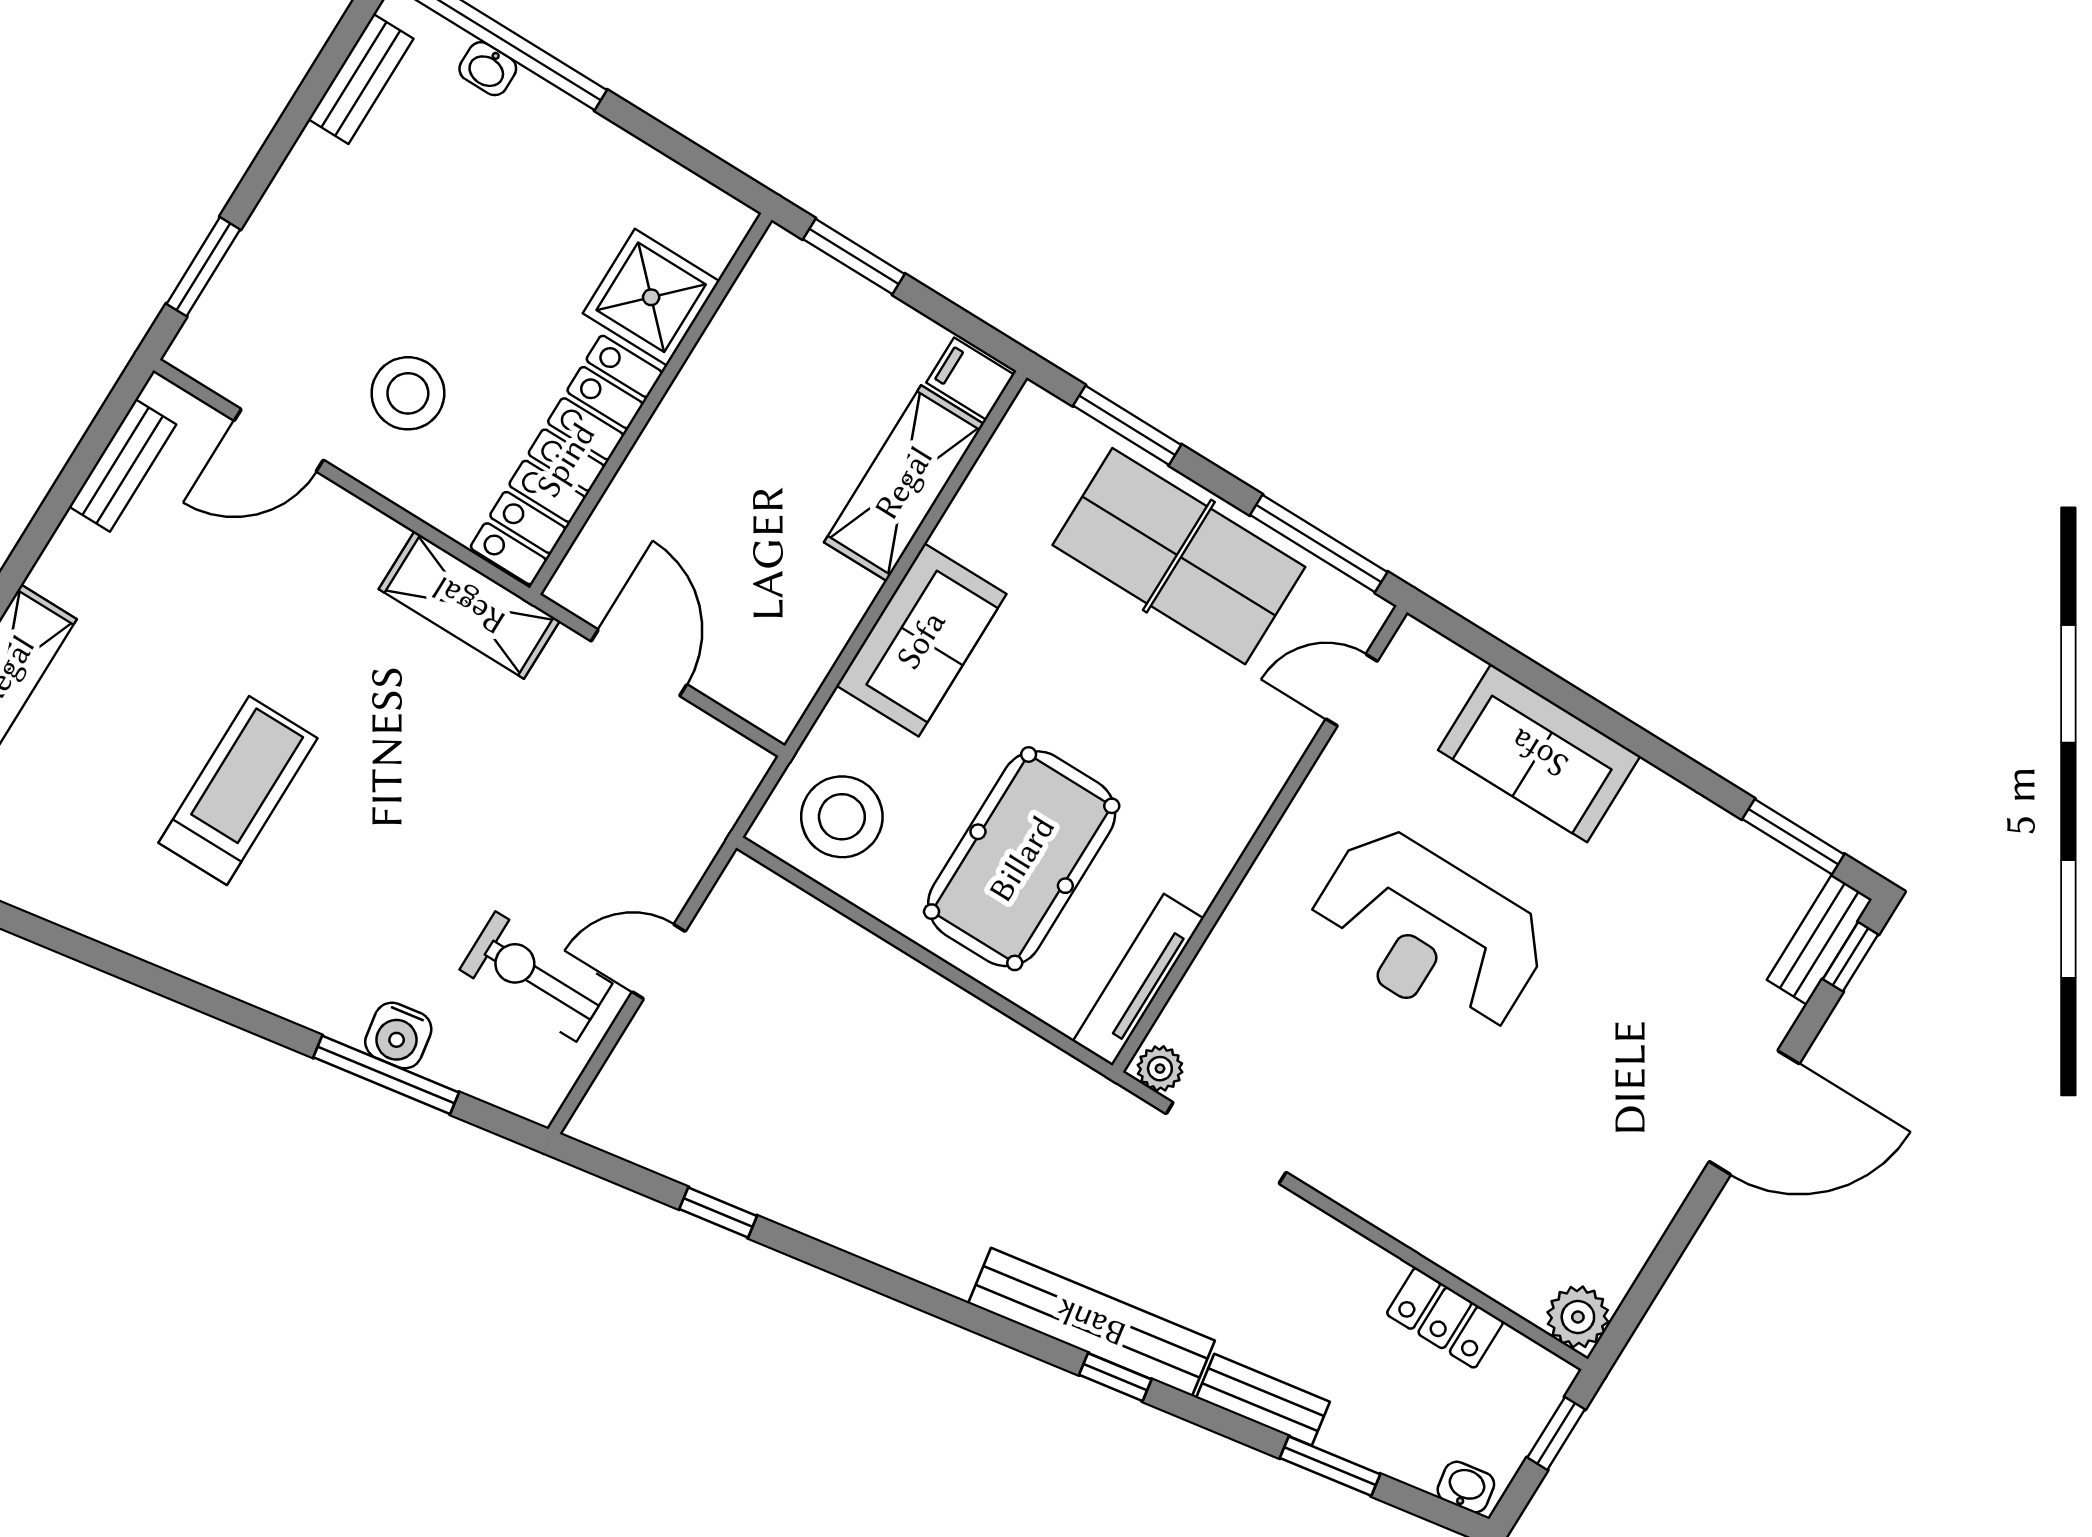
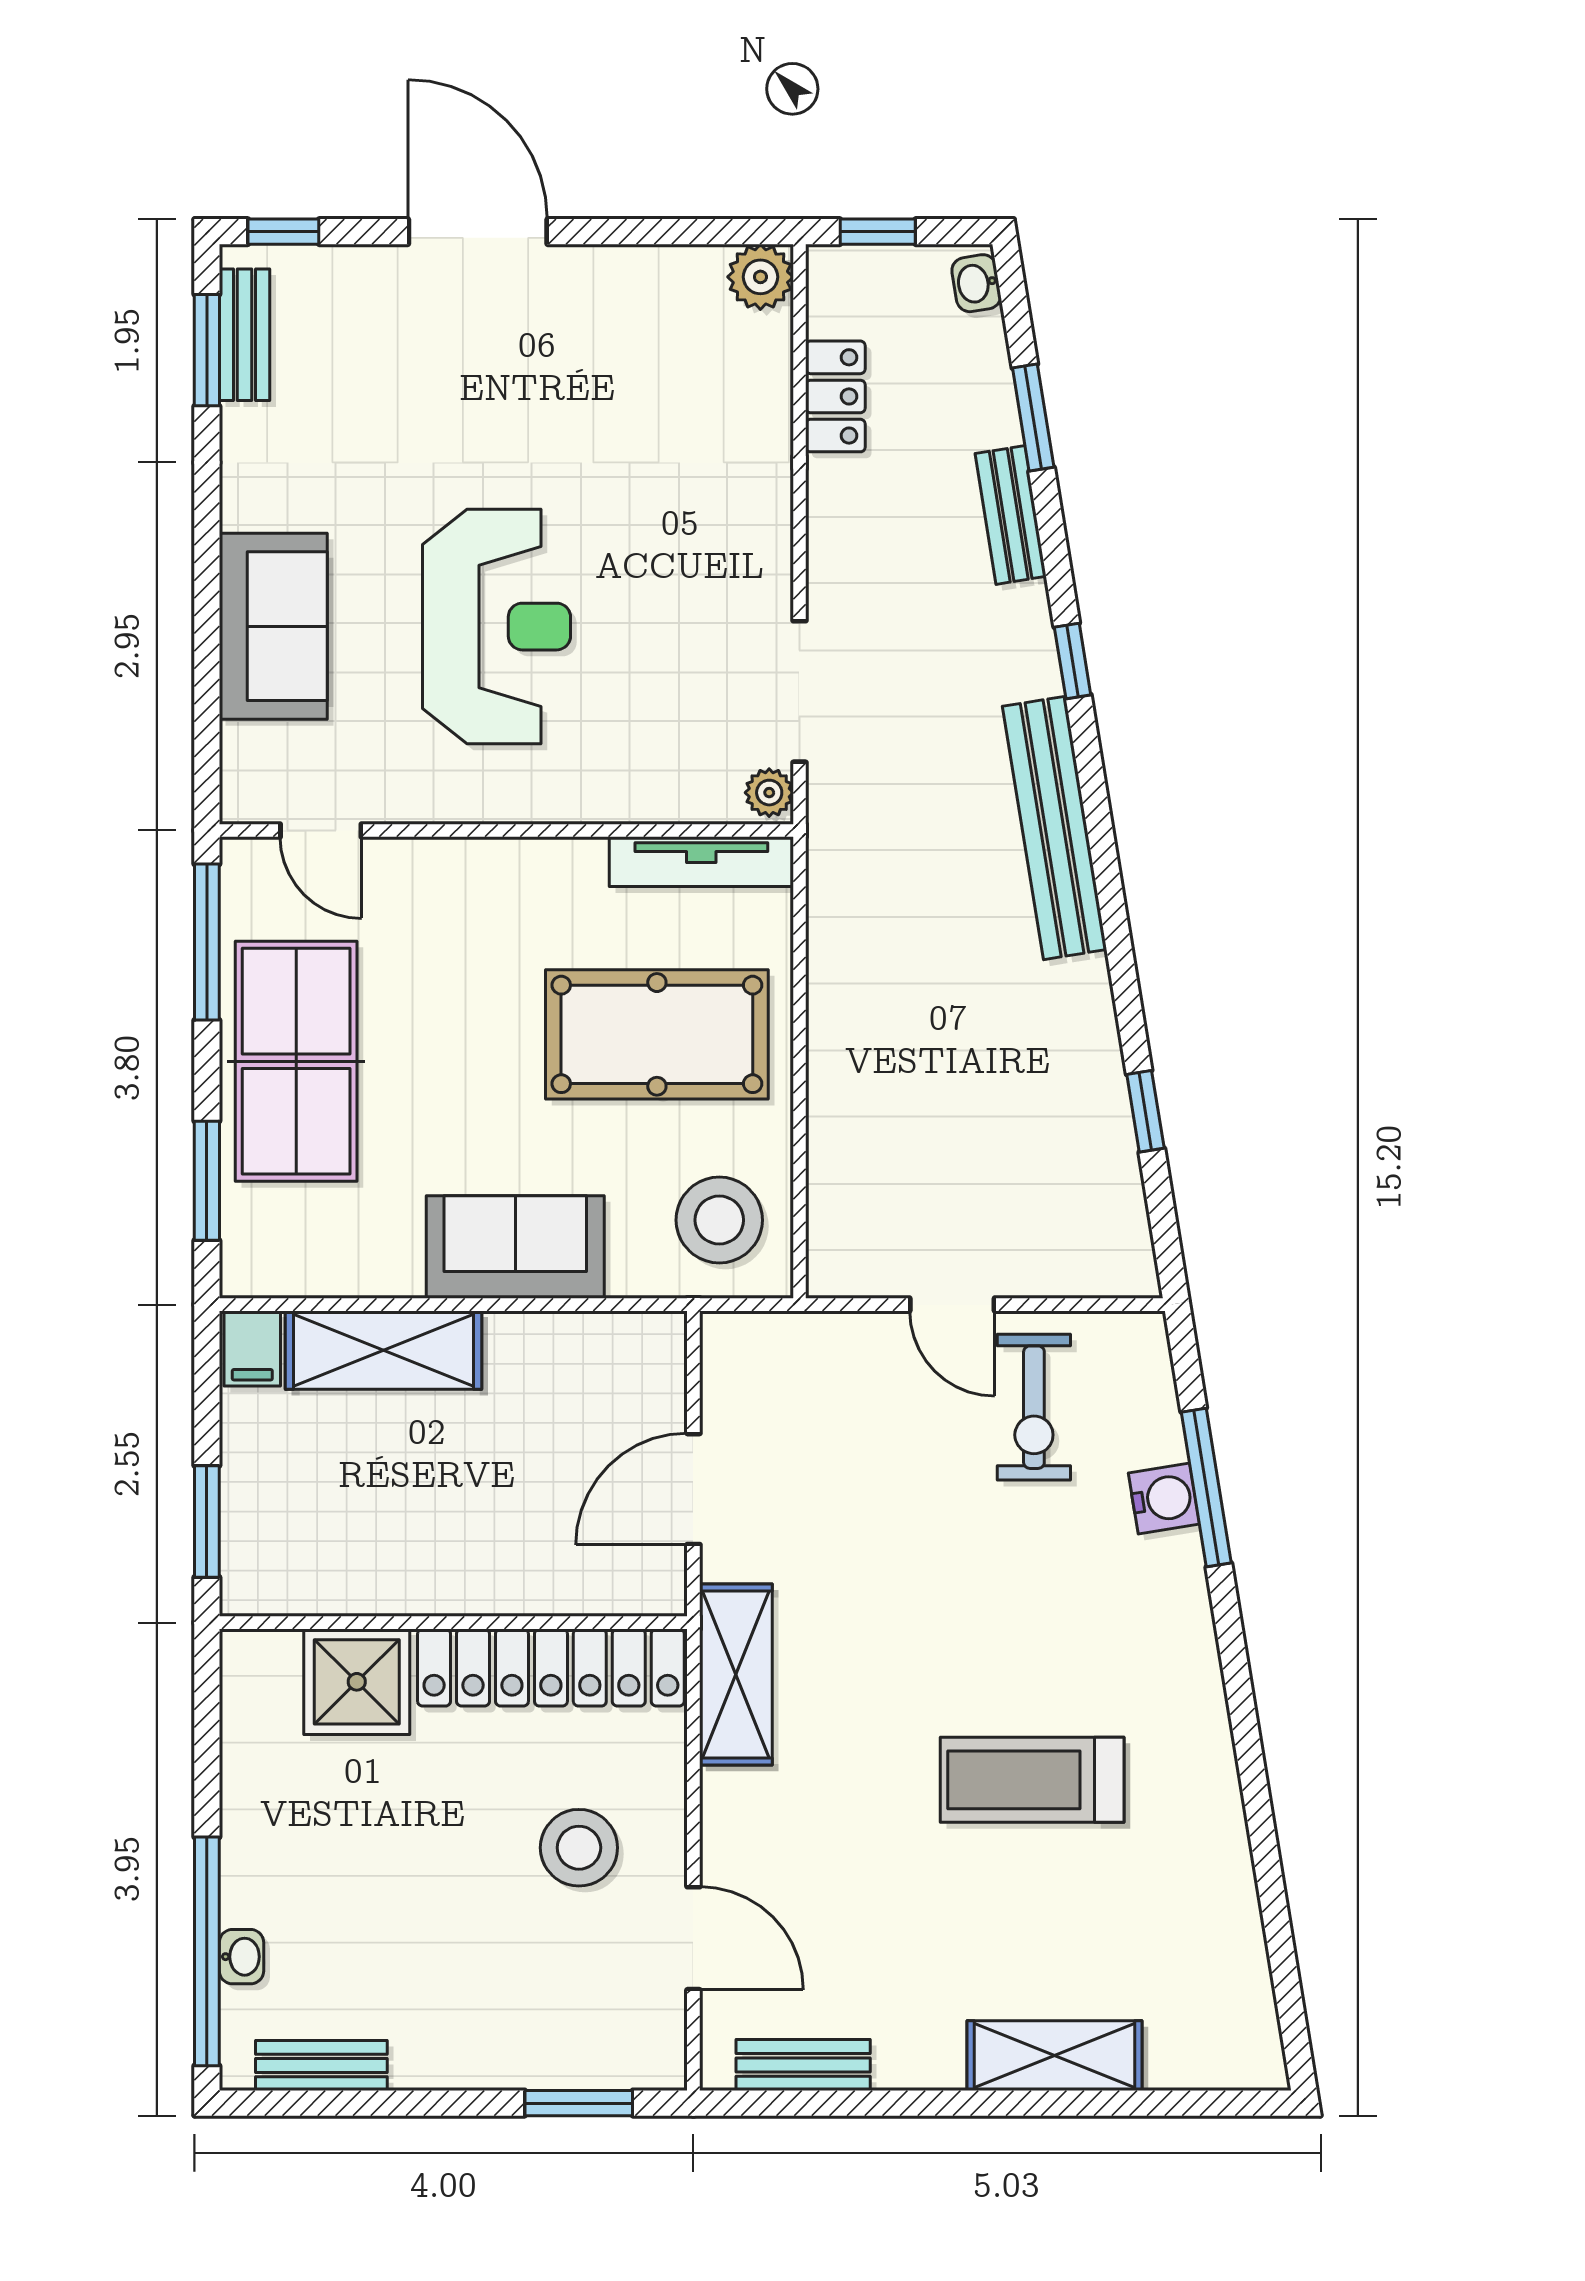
bench: (1819, 940) -> (244, 335), moved, turned 90
bench: (1091, 1322) -> (1055, 828), moved

